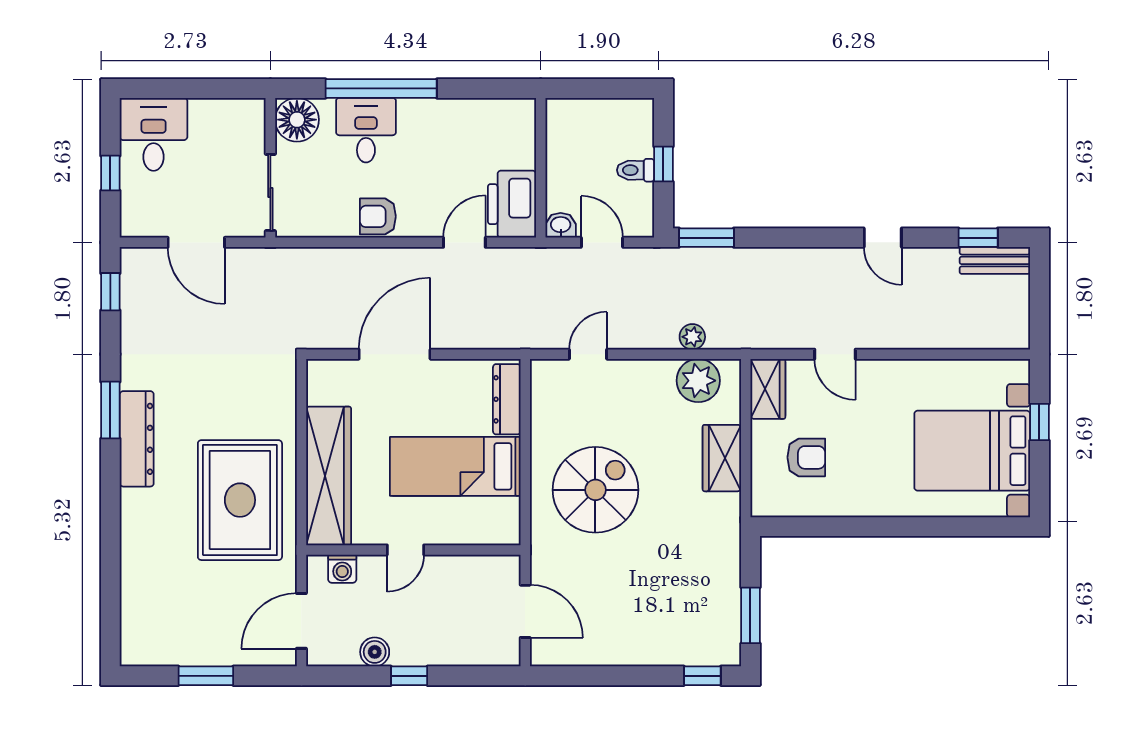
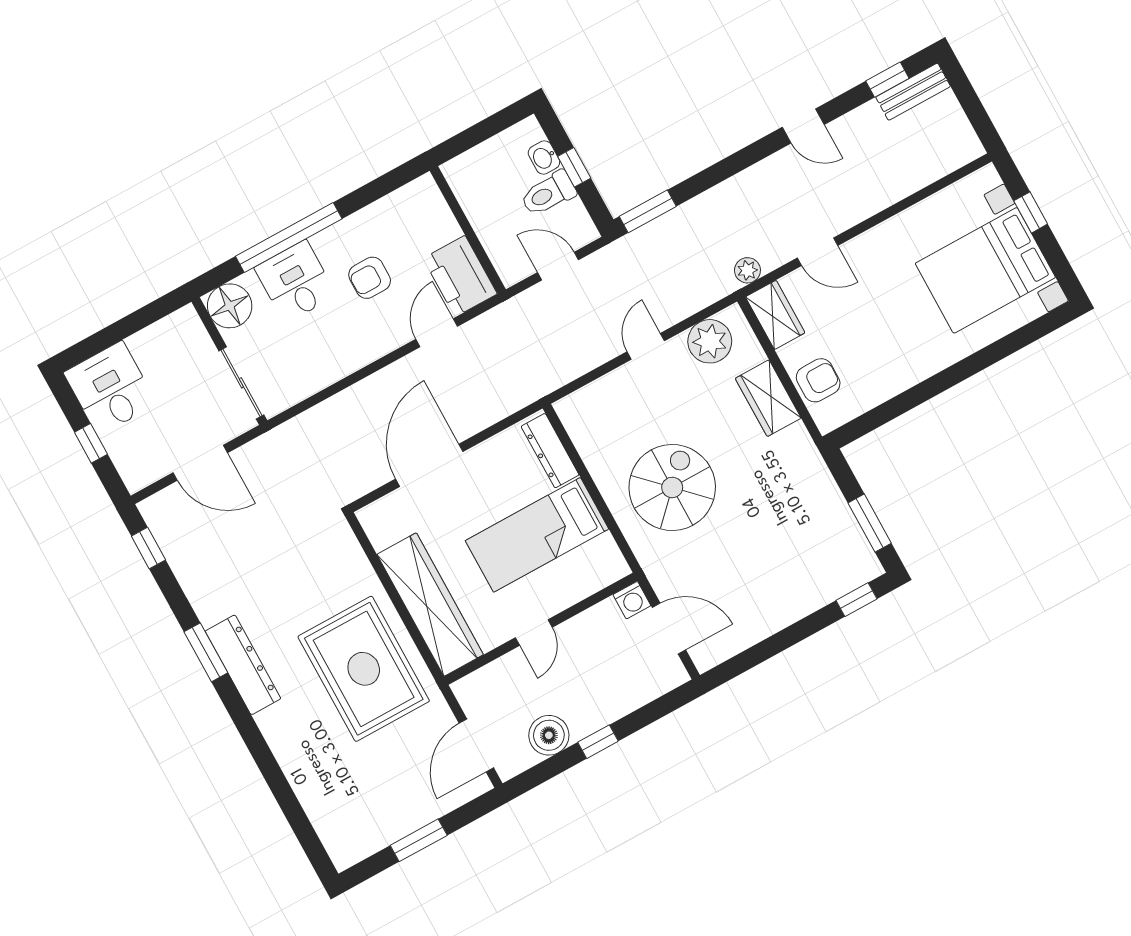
toilet: (636, 170) -> (548, 193), width x1.37, depth x1.39
armchair: (378, 216) -> (370, 278), moved
washbasin: (561, 225) -> (544, 158), moved, turned -90
plant: (692, 337) -> (747, 270), moved
door: (588, 354) -> (646, 346), moved
armchair: (806, 457) -> (818, 380), moved
washing machine: (342, 569) -> (632, 600), moved
boiler: (375, 652) -> (549, 735), width x1.36, depth x1.36

